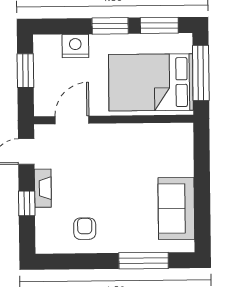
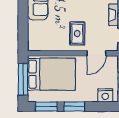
nightstand: (75, 46) -> (105, 95), moved
rug: (106, 154) -> (77, 34), added

